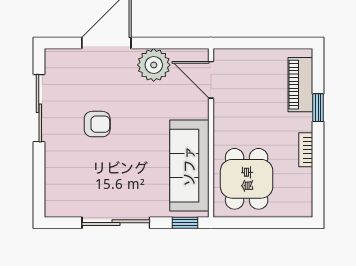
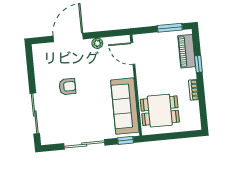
window: (276, 43) -> (170, 28), added
plant: (154, 65) -> (97, 43), width x0.53, depth x0.53
sliding door: (39, 108) -> (35, 113), moved
dining table: (247, 179) -> (160, 111), turned 90

